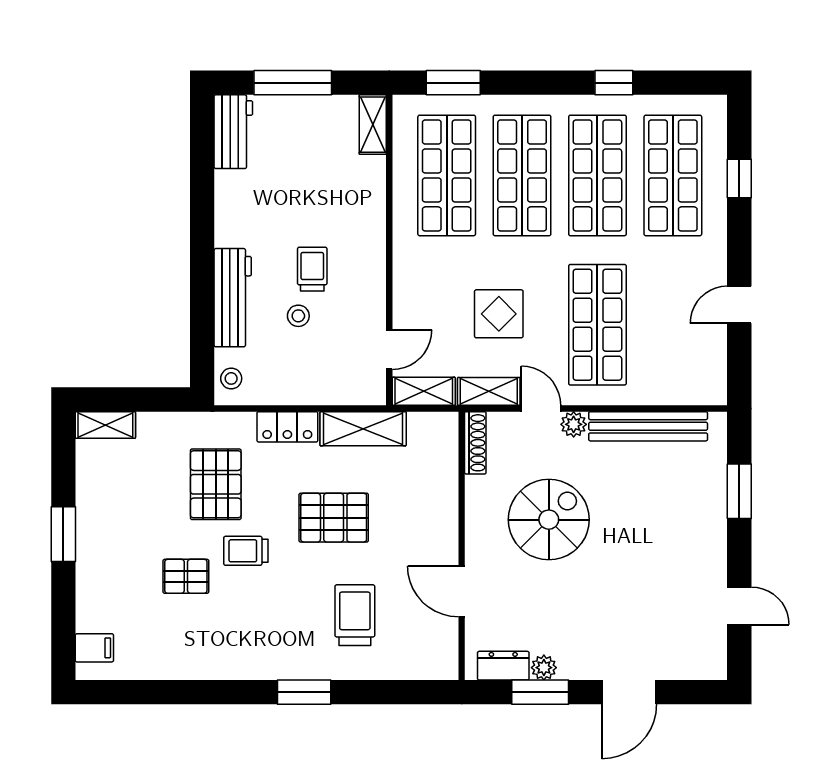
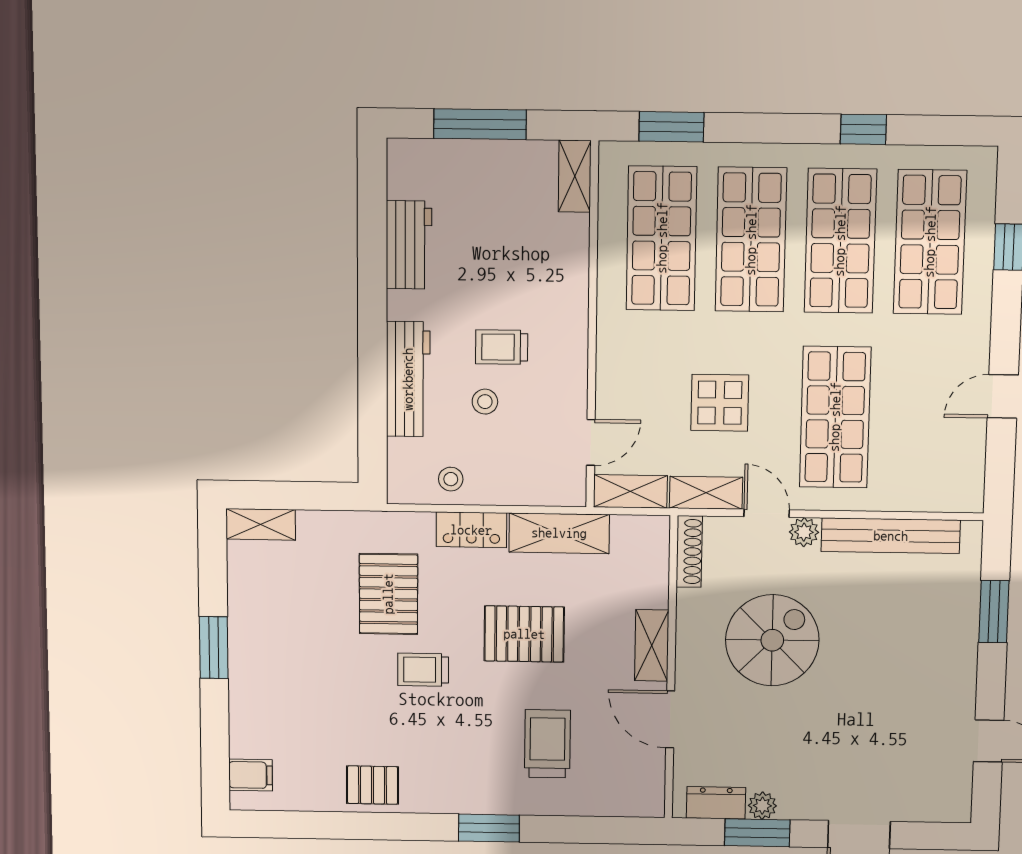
workbench: (233, 132) -> (409, 245), moved
trolley: (312, 269) -> (502, 347), turned -90
stool: (231, 378) -> (451, 479), moved
shelving: (444, 526) -> (652, 645), added
pallet: (186, 576) -> (372, 785), moved

